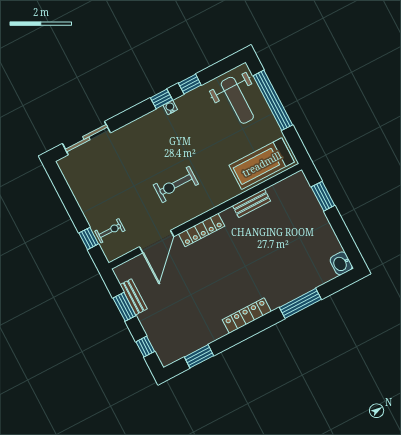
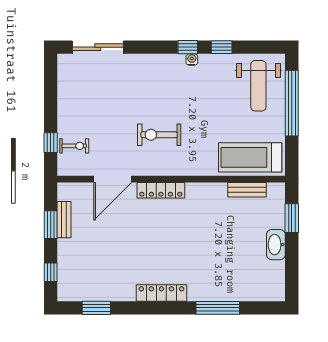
bench: (252, 203) -> (247, 190), moved
washbasin: (341, 263) -> (276, 245), moved, width x1.38

